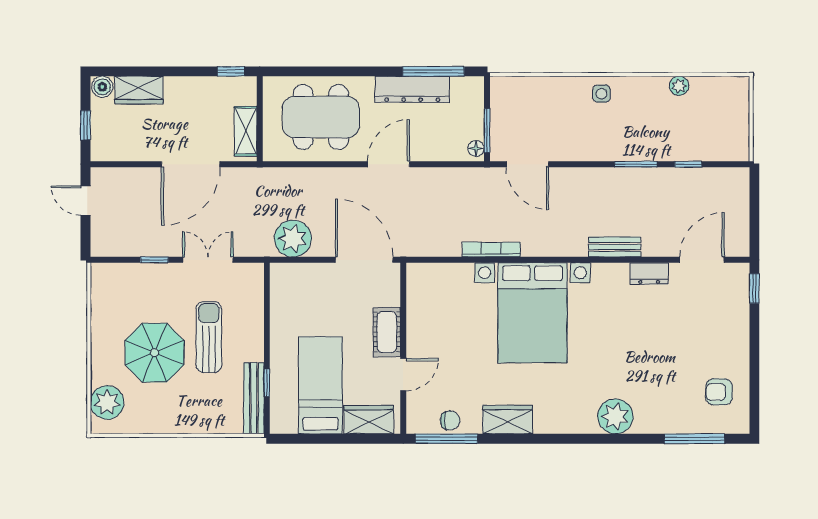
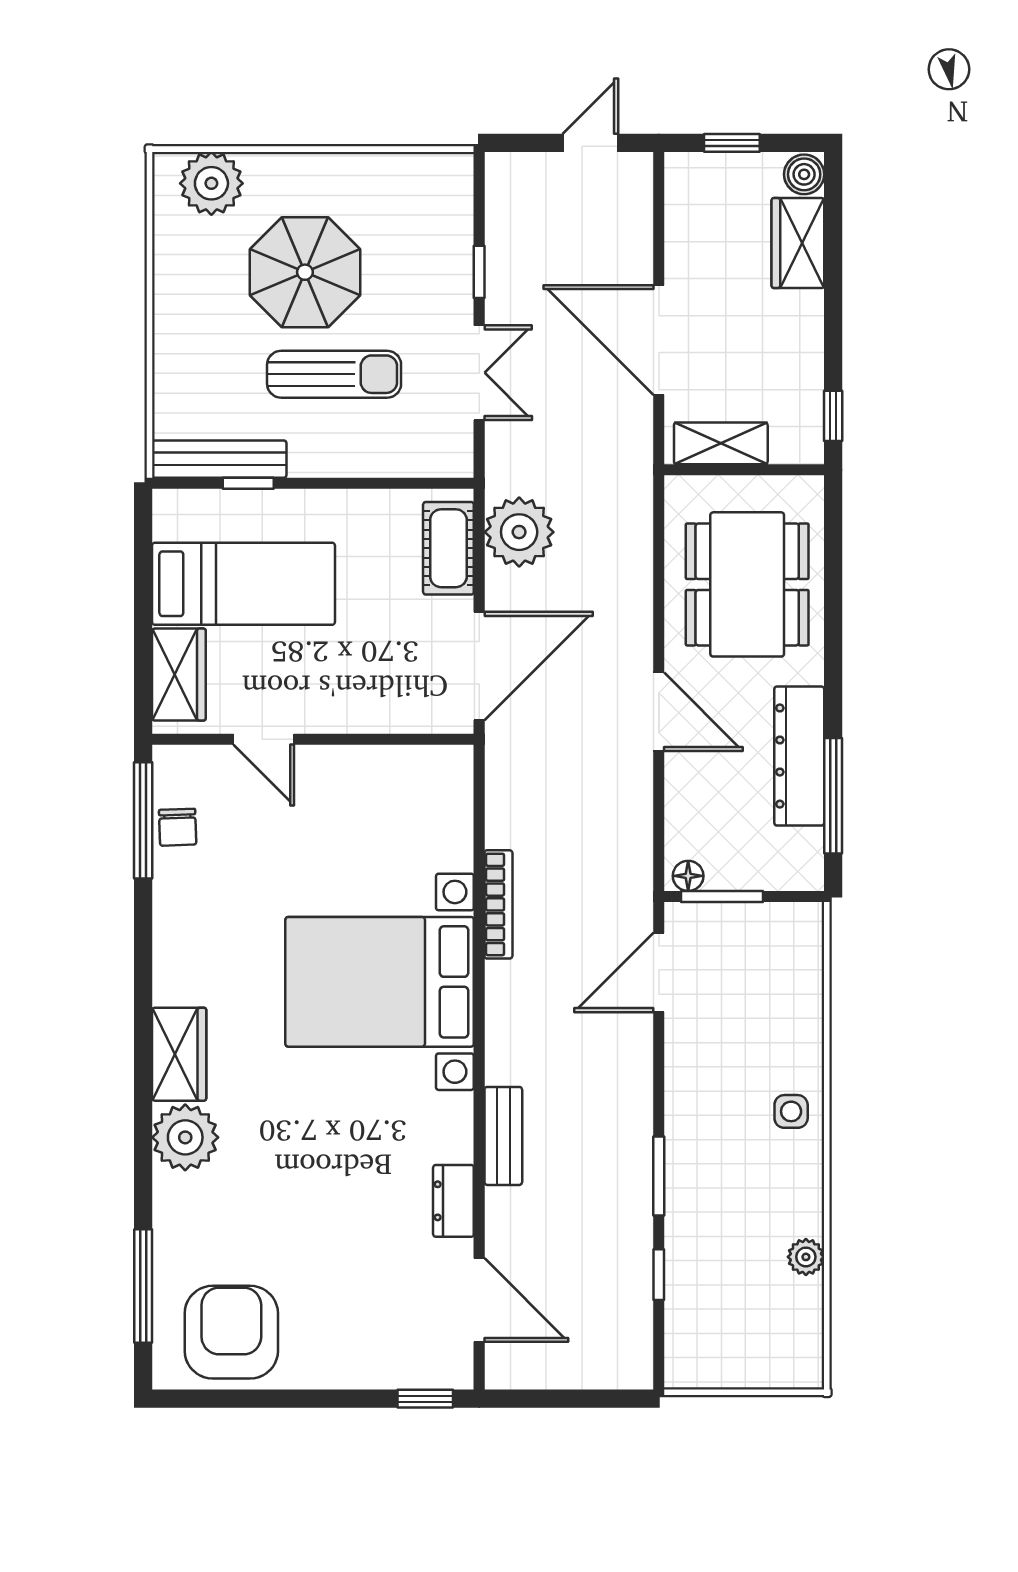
cot: (387, 332) -> (448, 548), moved, turned 90
armchair: (719, 392) -> (231, 1332), width x1.88, depth x1.88
wardrobe: (508, 420) -> (179, 1054), moved

